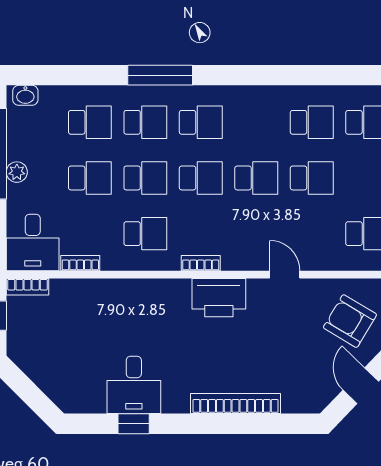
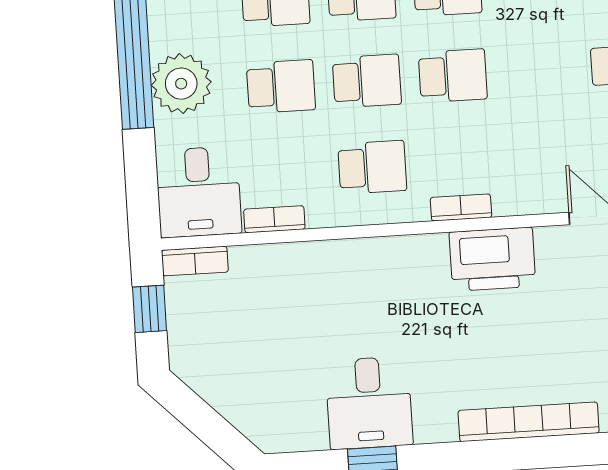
plant: (17, 172) -> (181, 84), width x1.87, depth x1.87
school desk: (256, 178) -> (539, 70), removed

